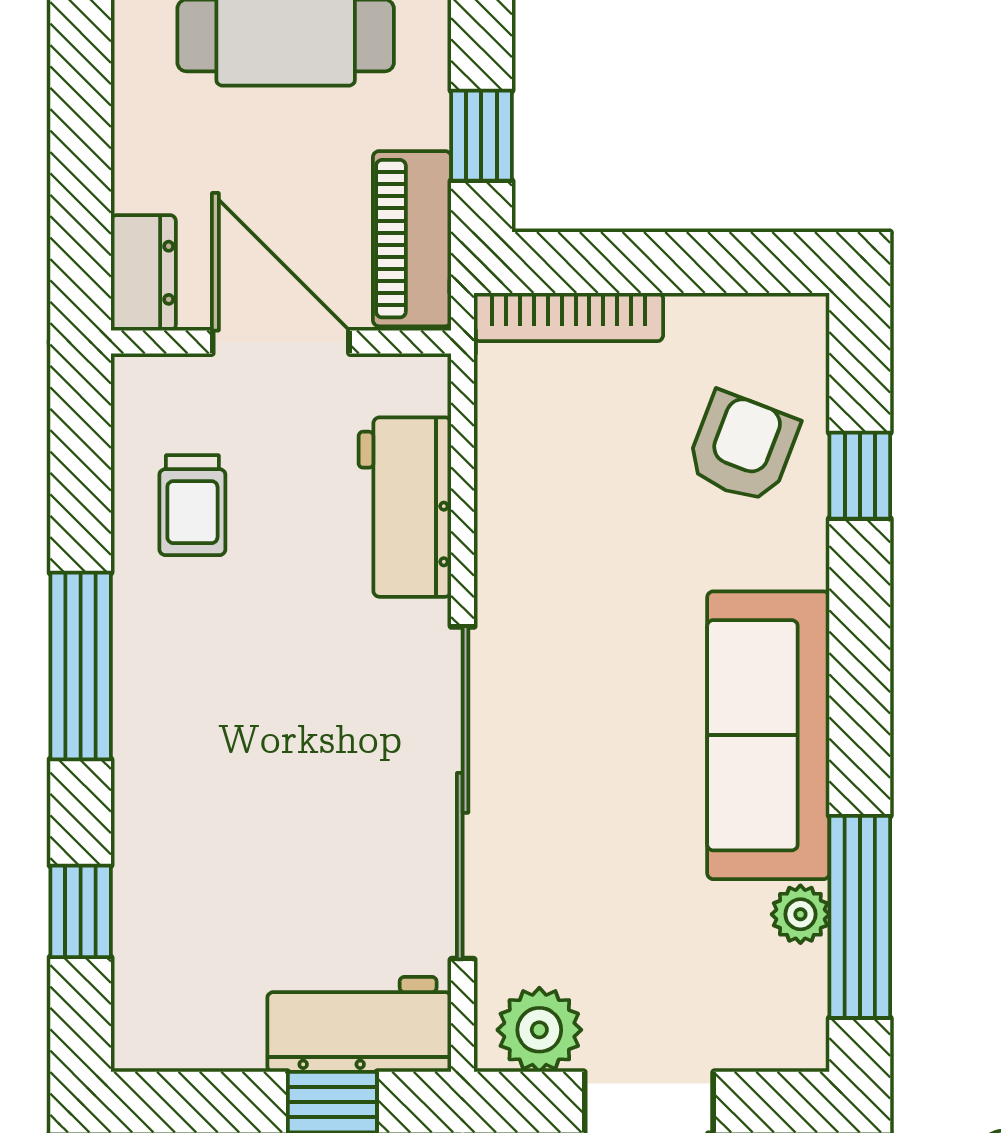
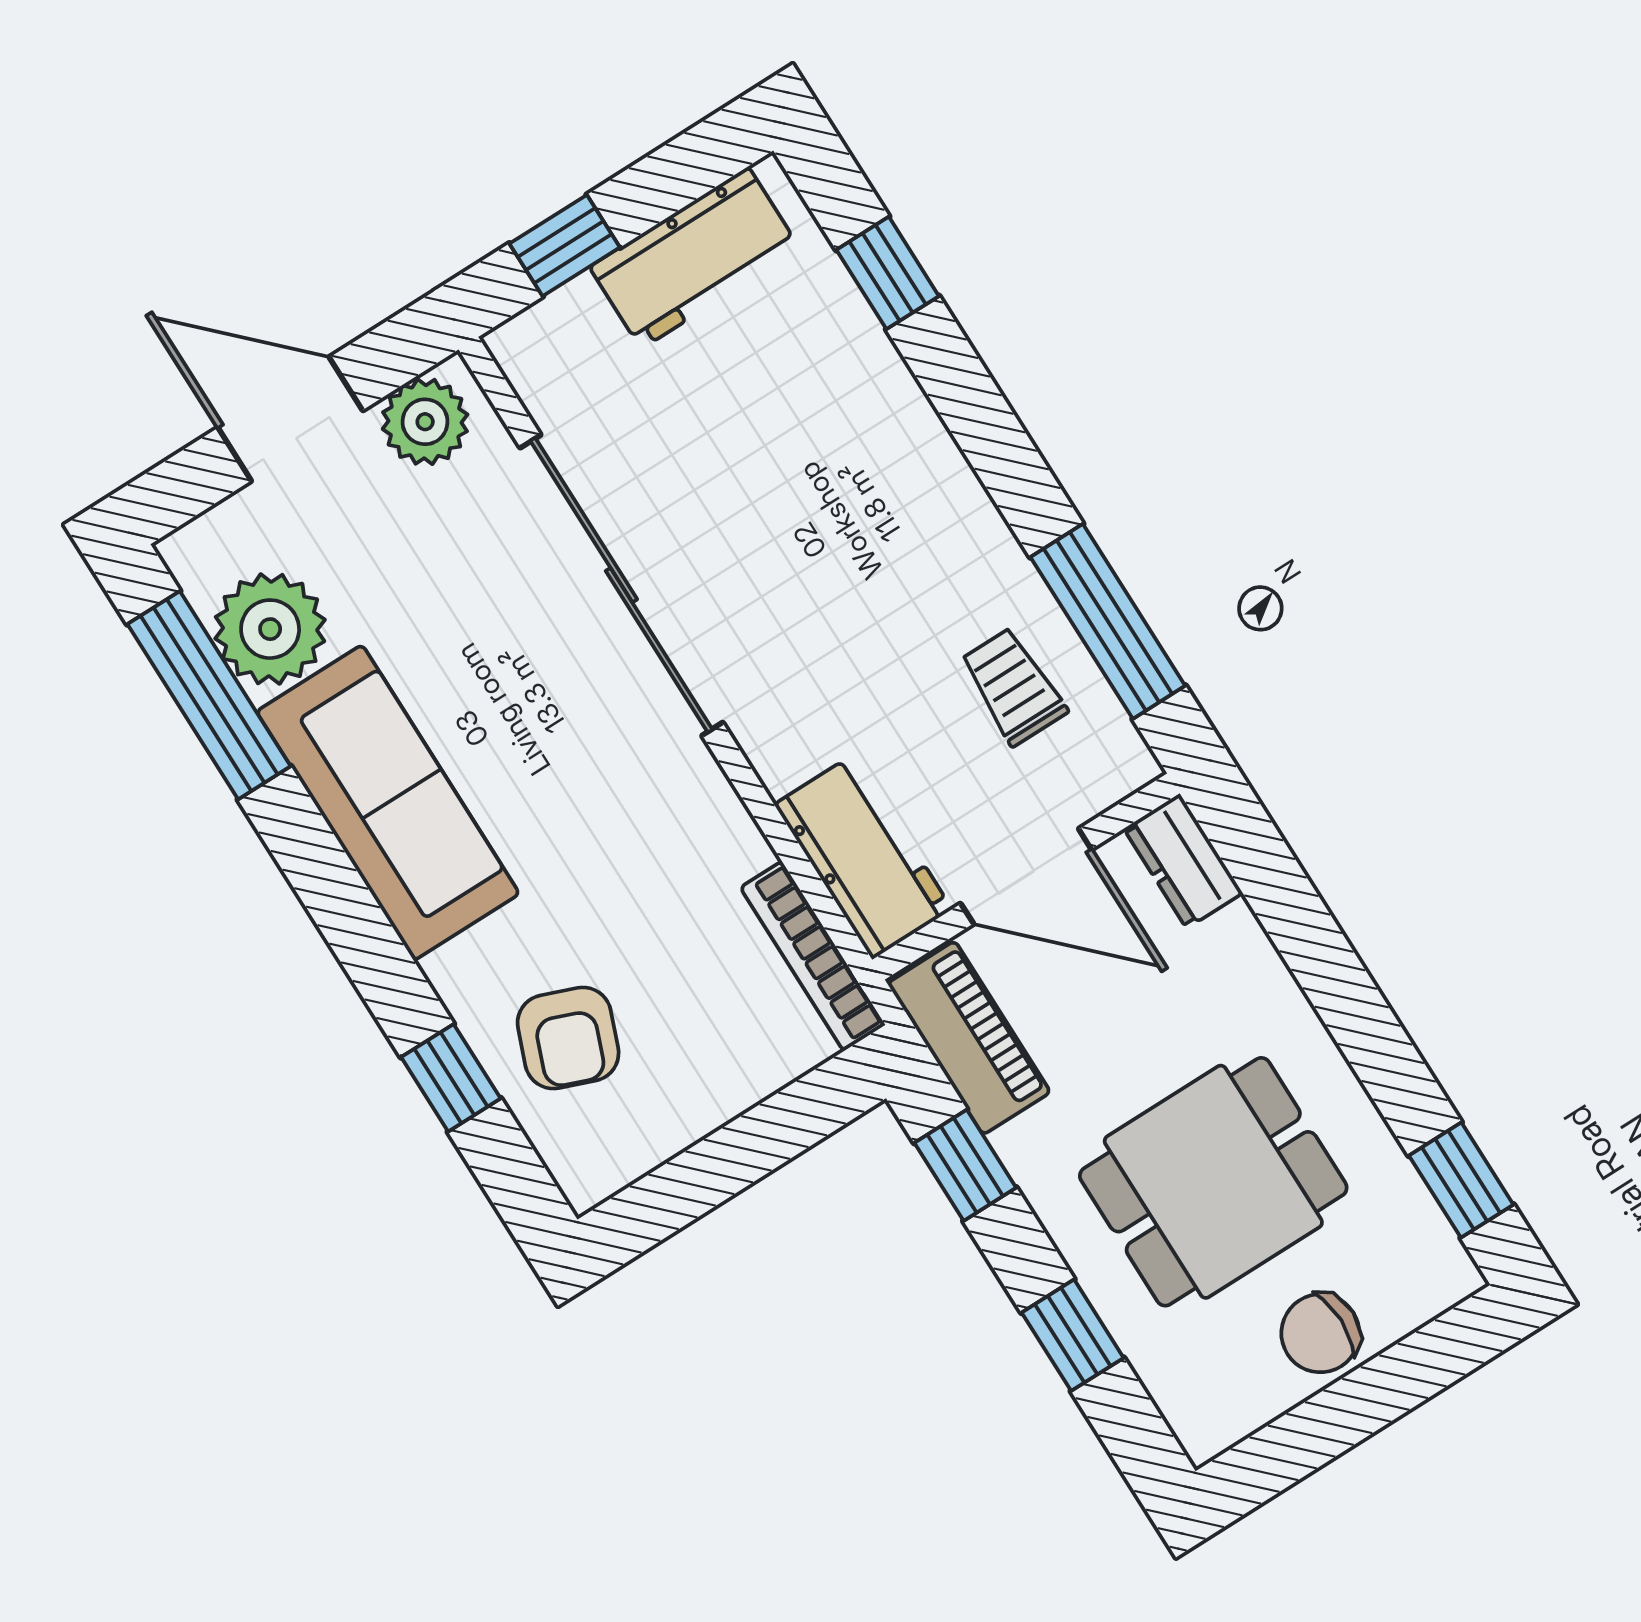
bookcase: (569, 317) -> (813, 956), moved, turned -90
workbench: (405, 507) -> (863, 857), moved
window: (81, 666) -> (1108, 621), moved
plant: (800, 914) -> (270, 629), width x1.88, depth x1.88
workbench: (359, 1024) -> (695, 258), moved

